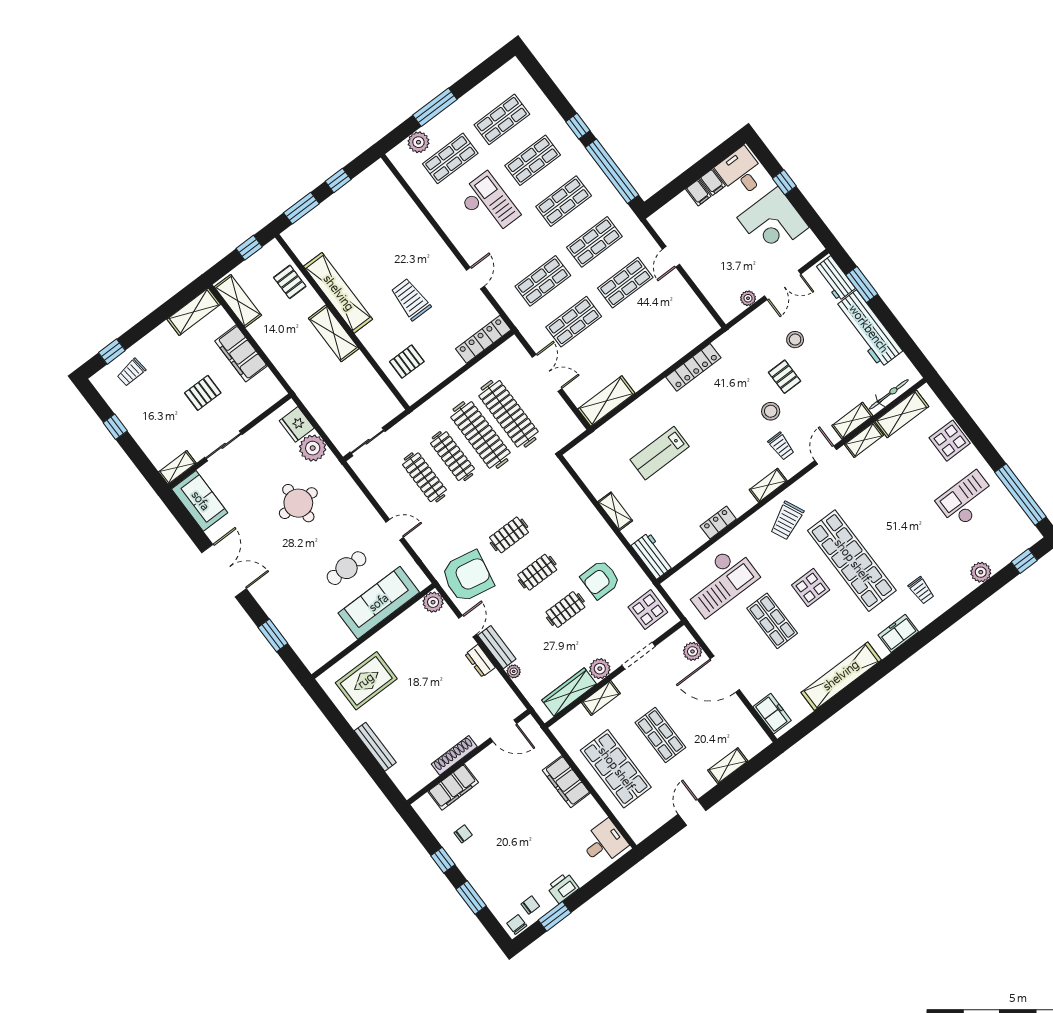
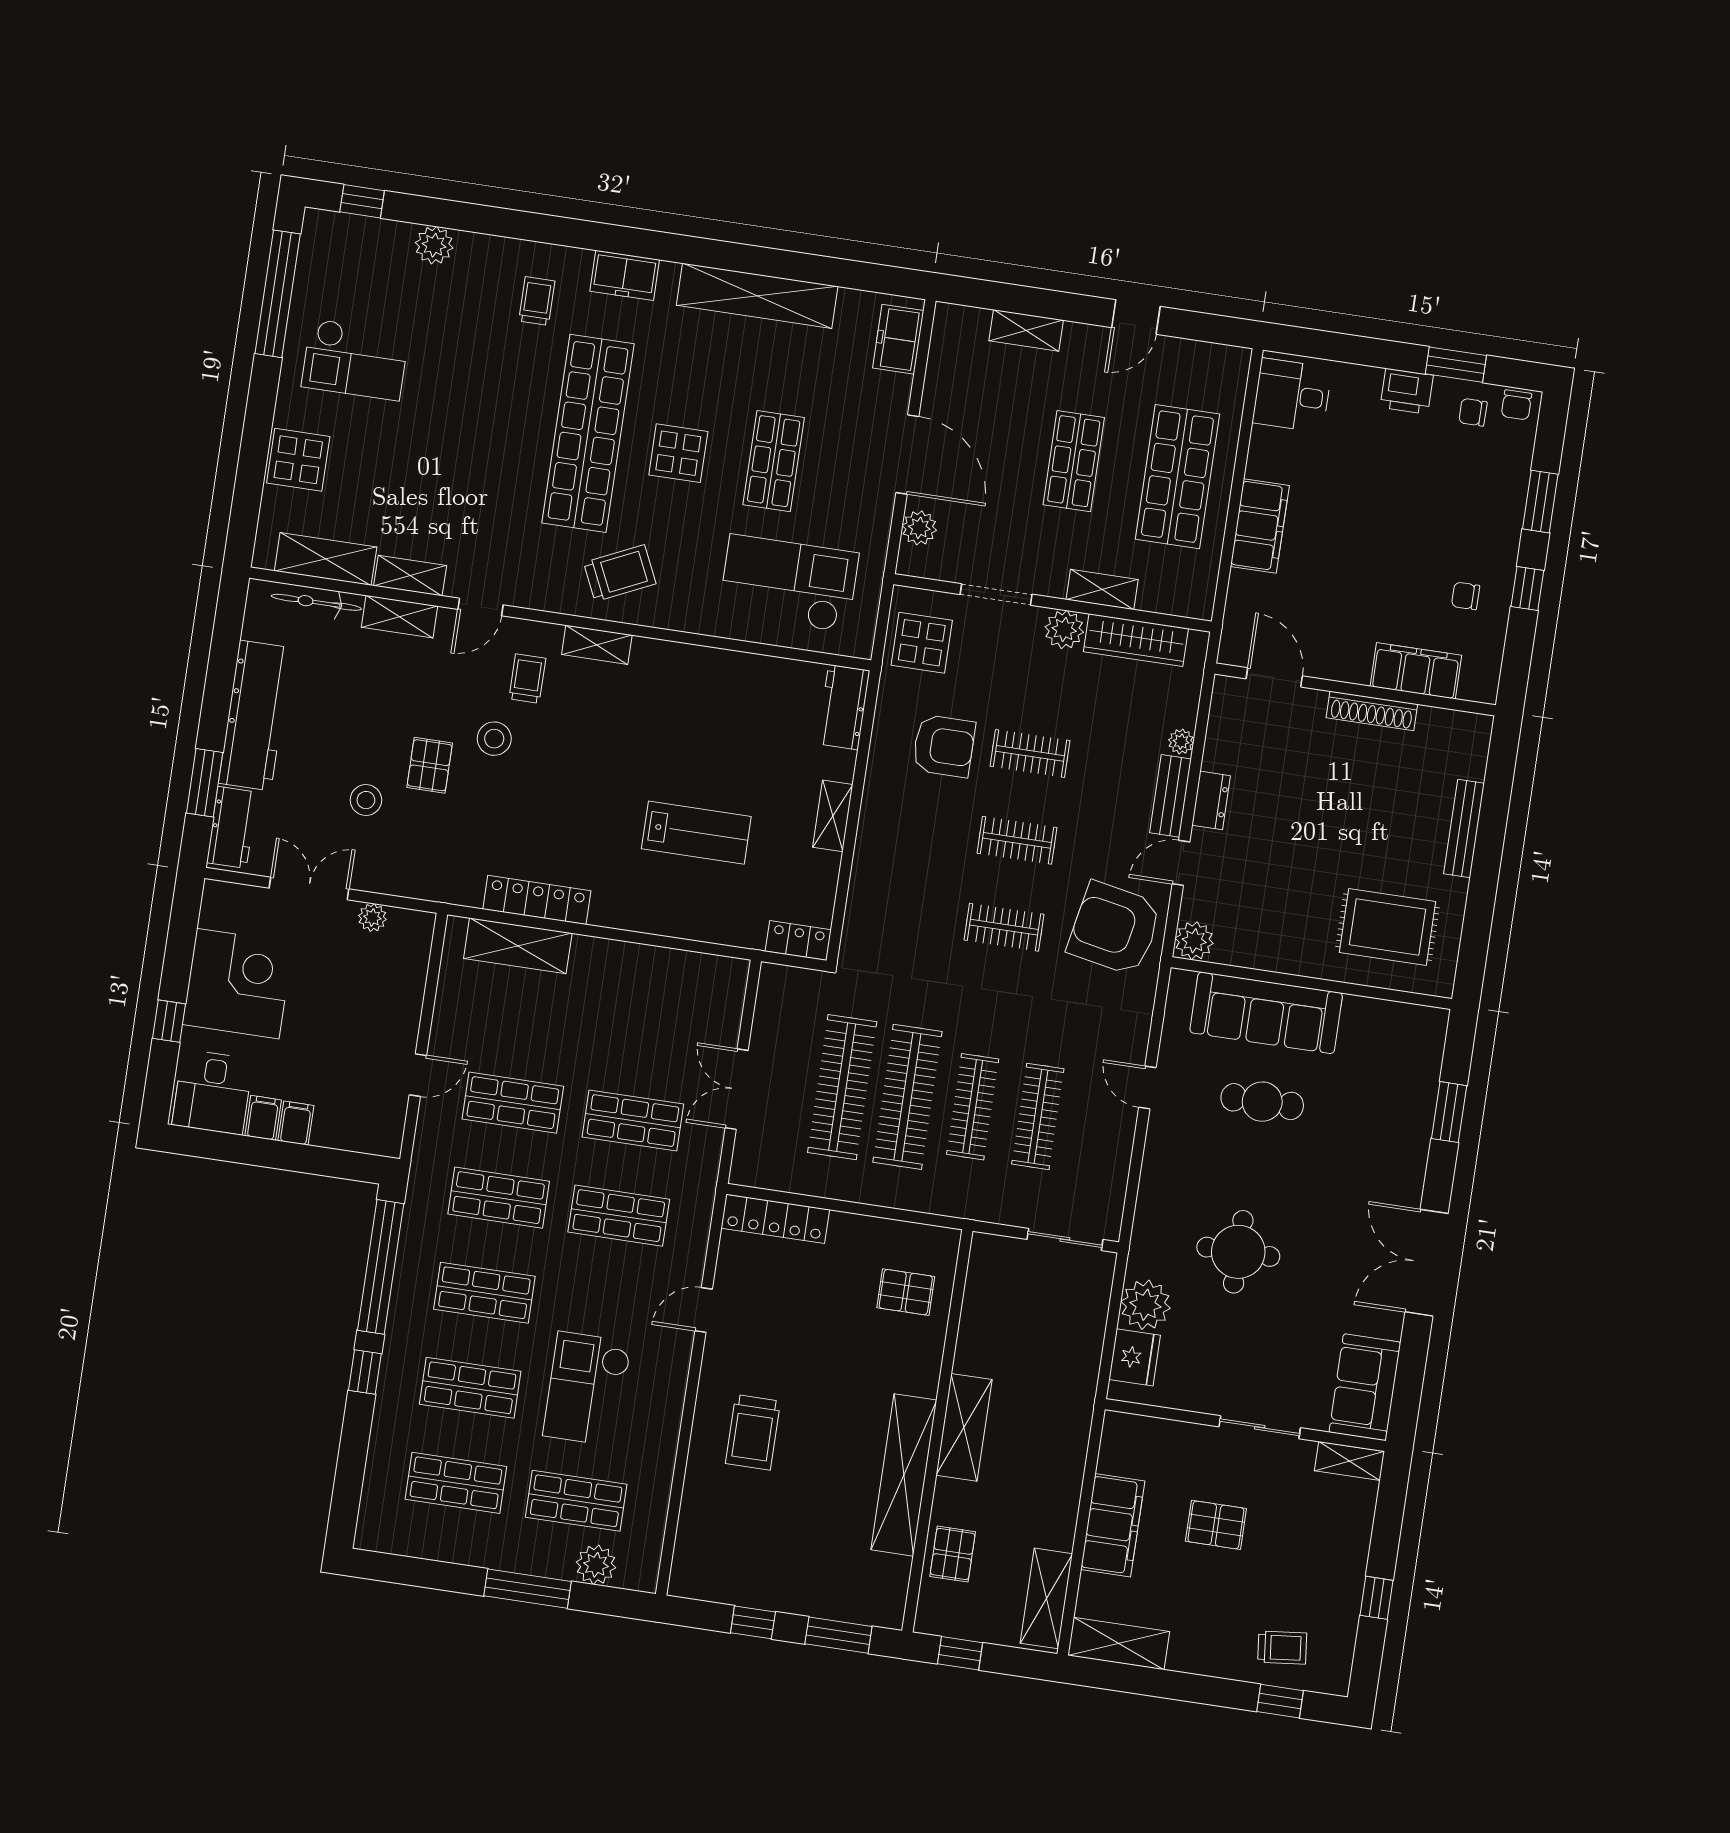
trolley: (411, 299) -> (753, 1432), moved
shelving: (606, 401) -> (518, 946), moved
locker: (718, 523) -> (798, 941), moved, turned 180

